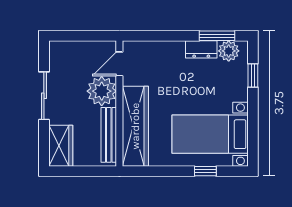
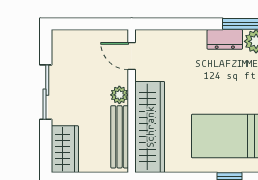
door: (119, 64) -> (132, 56), hinge flipped
plant: (102, 91) -> (119, 95), width x0.53, depth x0.53

